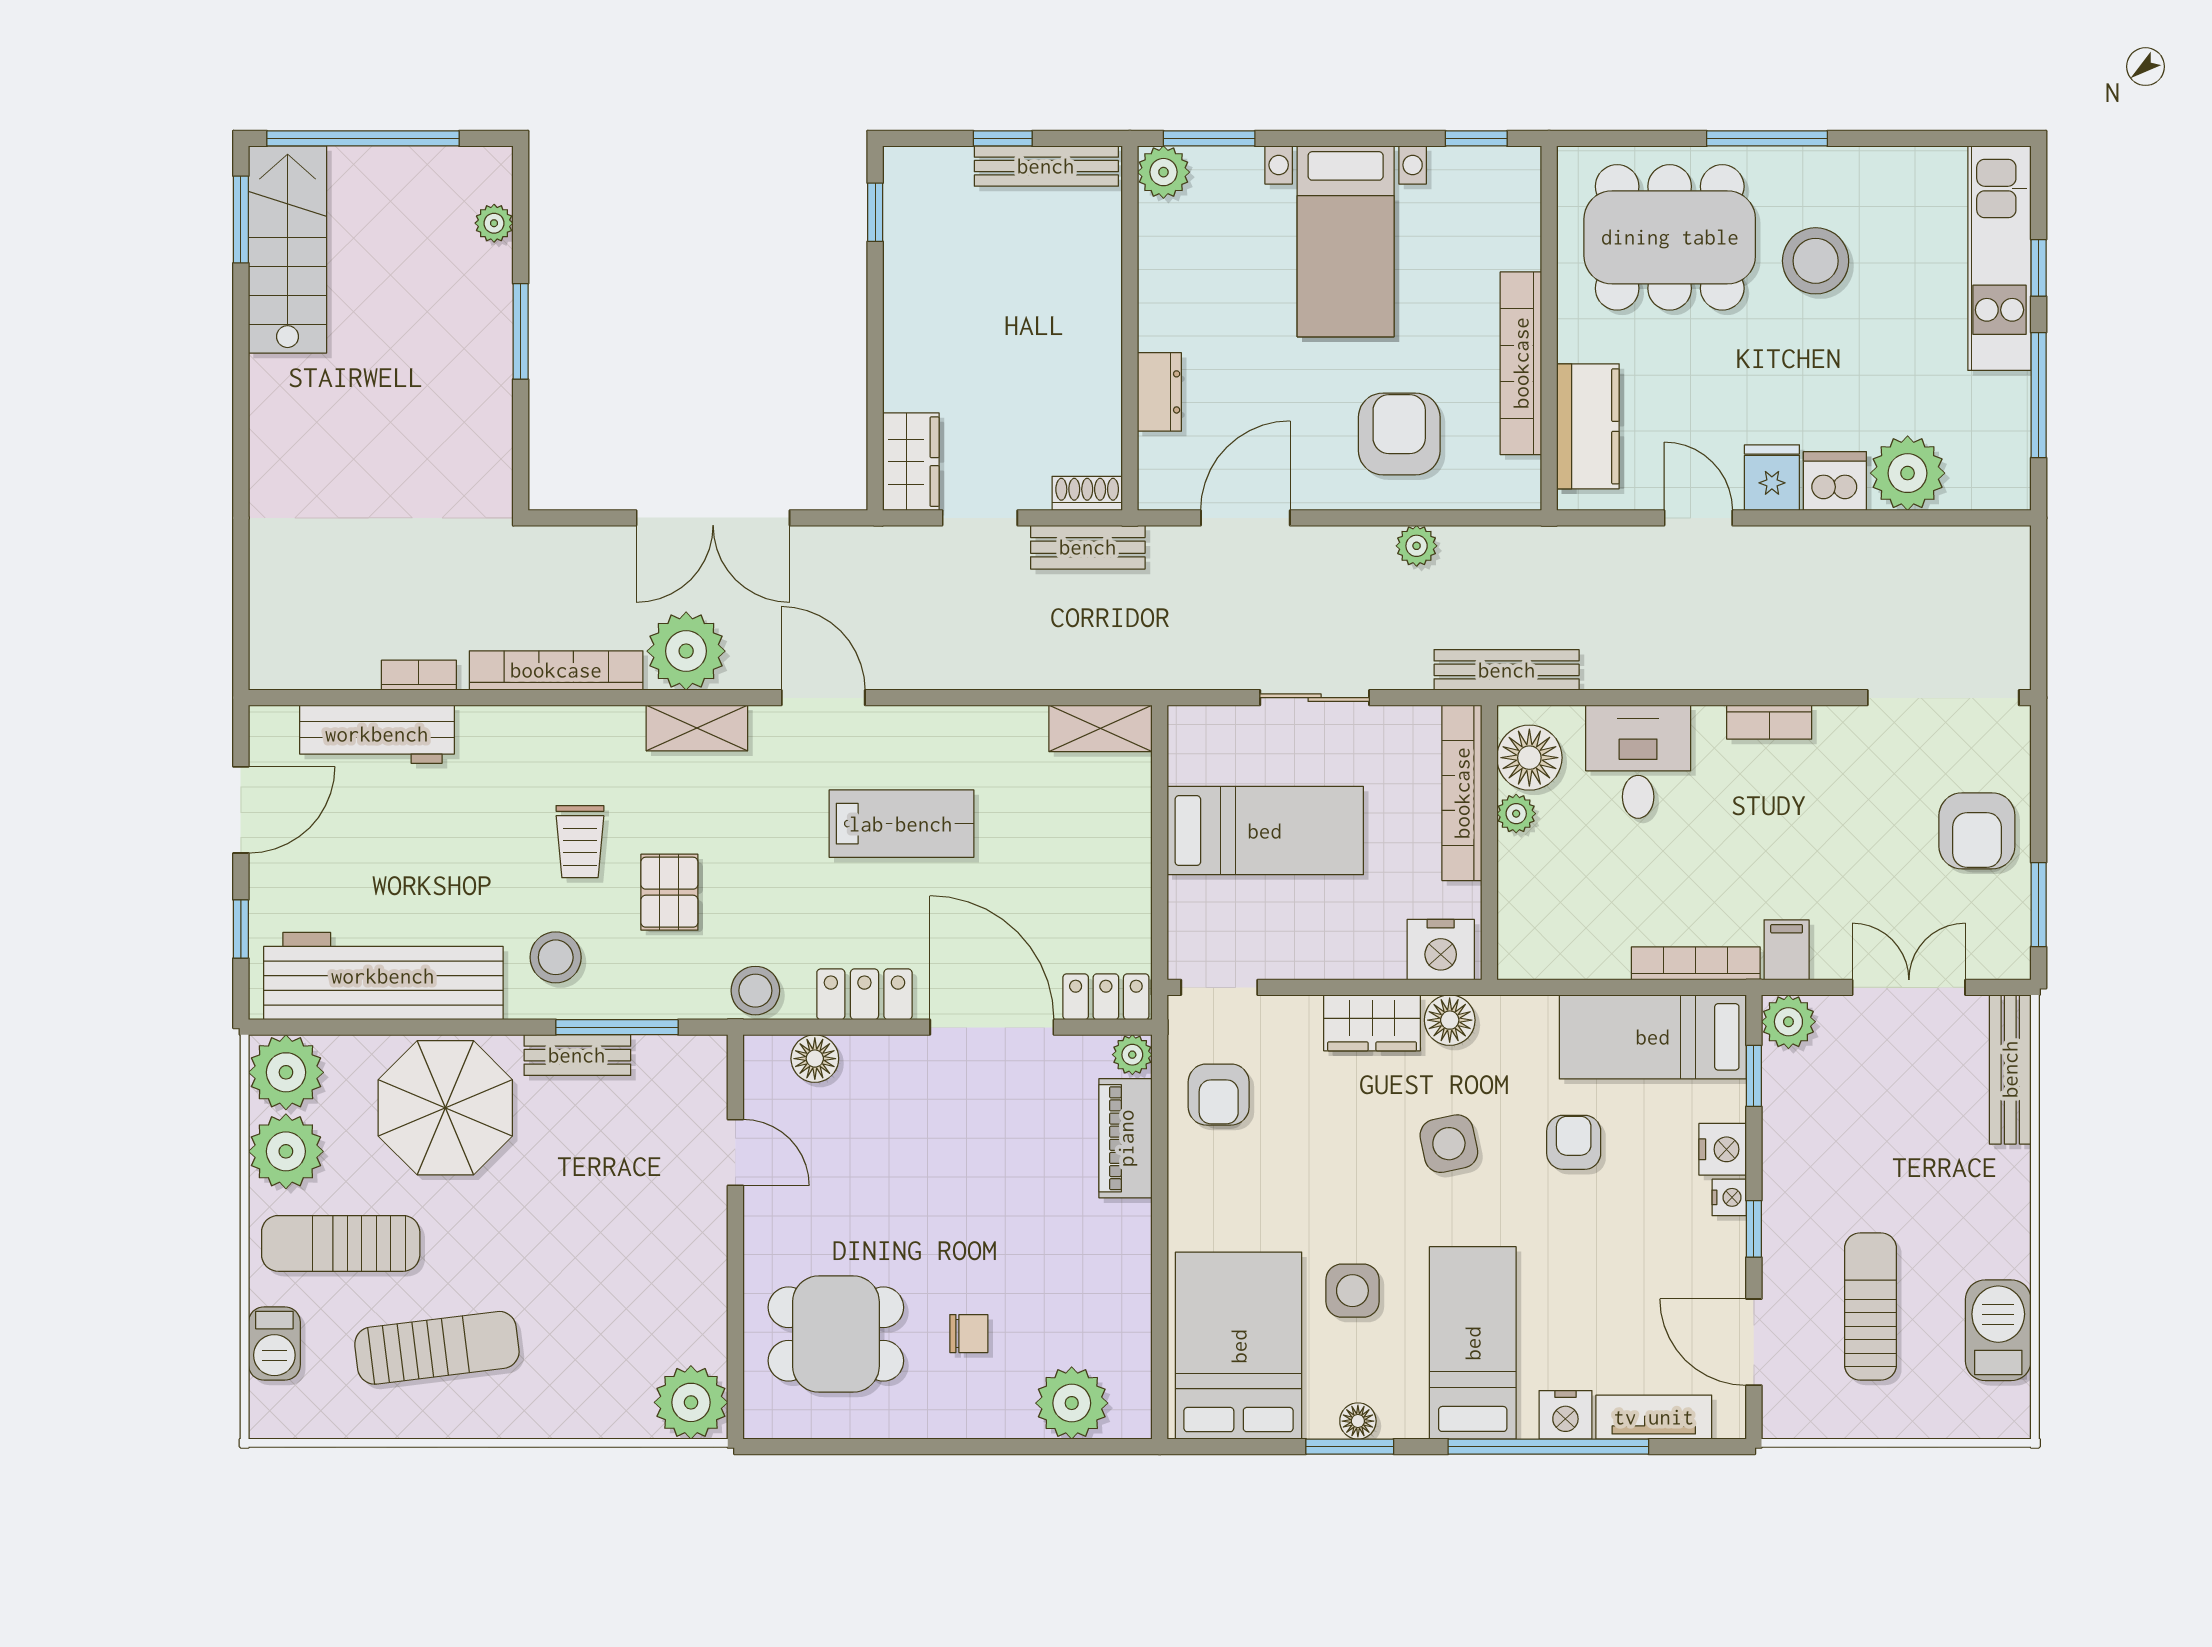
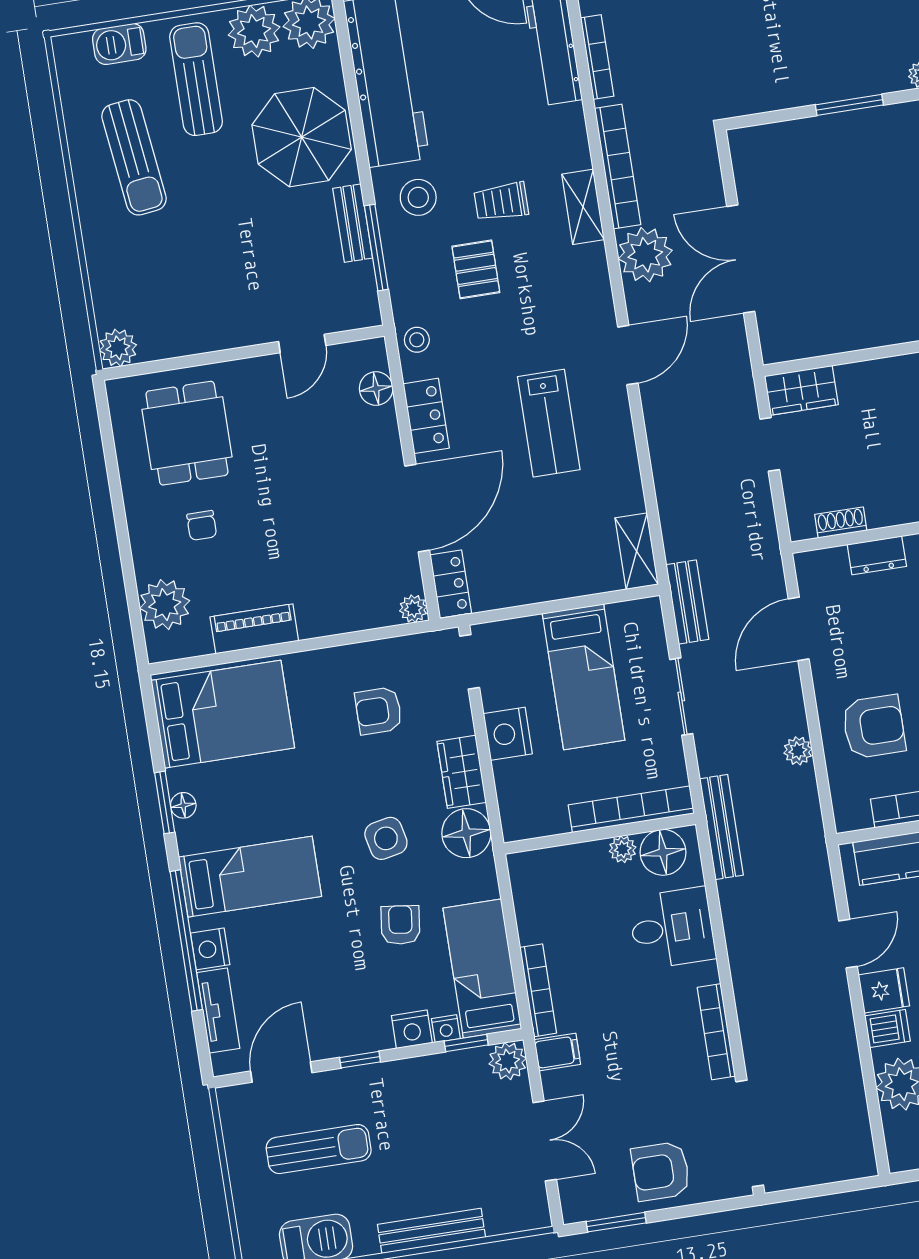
dishwasher: (1835, 481) -> (887, 1029), width x0.73
shoe rack: (1087, 493) -> (841, 522), moved, turned -90
door: (1245, 518) -> (799, 629), swing flipped
bench: (1088, 547) -> (687, 602), moved
bookcase: (419, 675) -> (597, 57), width x1.56
bookcase: (1769, 722) -> (716, 1032), width x1.56
shelving: (697, 728) -> (583, 207), moved
pallet: (669, 892) -> (476, 269), turned 90
nightstand: (1441, 950) -> (508, 734), moved
stool: (755, 991) -> (417, 340), width x0.73, depth x0.73
floor lamp: (1450, 1020) -> (466, 833), width x1.38, depth x1.38
bench: (2010, 1069) -> (431, 1231), moved
armchair: (1219, 1095) -> (379, 711), moved
piano: (1126, 1138) -> (254, 629), moved
armchair: (1574, 1142) -> (400, 925), turned -83
nightstand: (1729, 1197) -> (446, 1029), moved
side table: (1352, 1291) -> (273, 787), removed
plant: (691, 1402) -> (118, 348), width x0.73, depth x0.73

